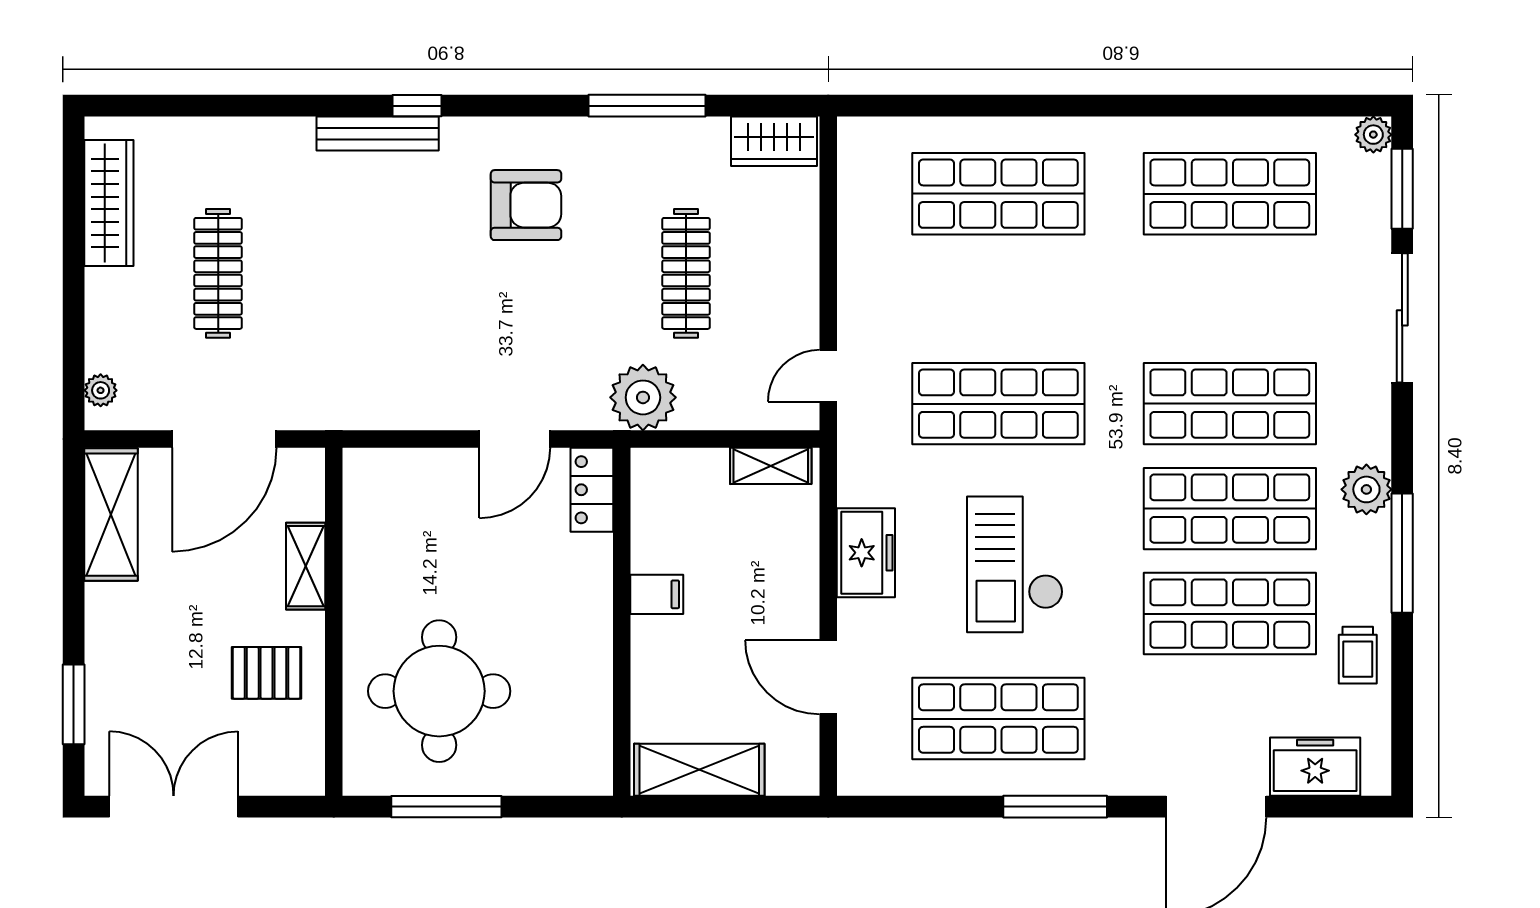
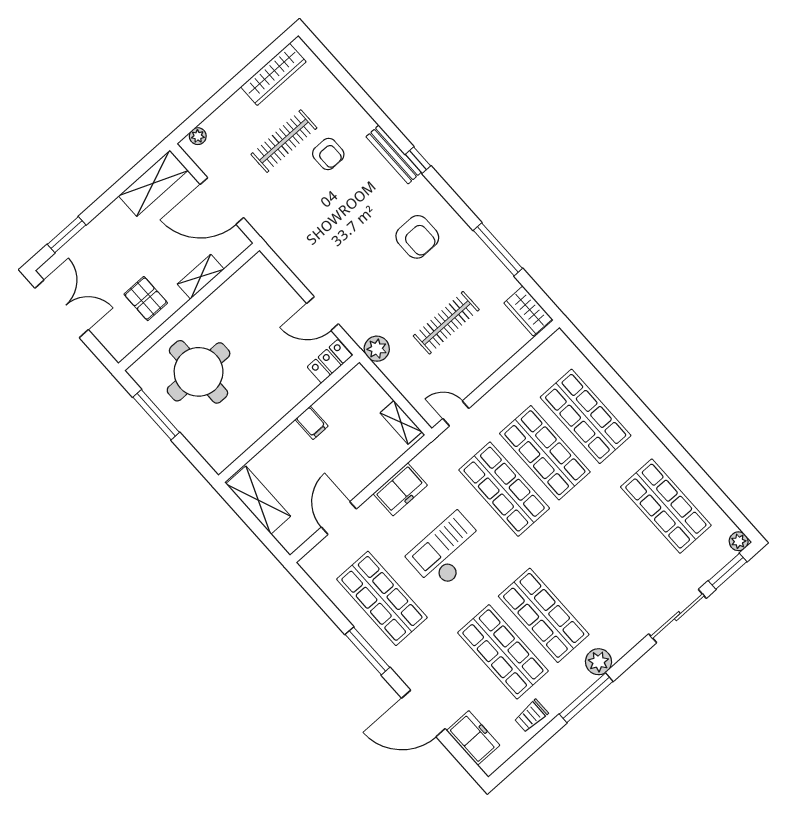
armchair: (293, 226) -> (328, 154), added
plant: (643, 397) -> (377, 349), width x0.73, depth x0.73
shop shelf: (1230, 404) -> (545, 453), moved

